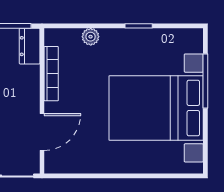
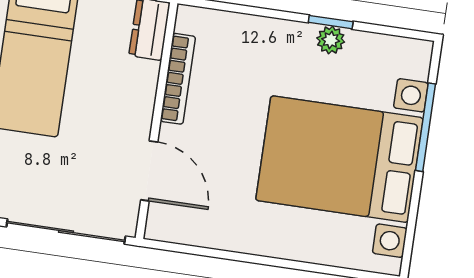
plant: (91, 37) -> (331, 40), moved
door: (42, 132) -> (149, 171), hinge flipped

